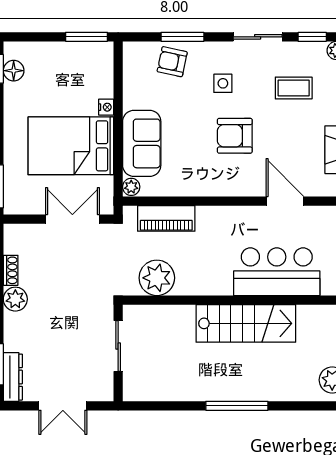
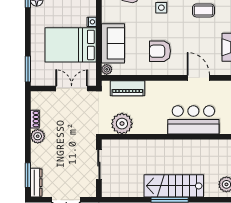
armchair: (235, 136) -> (160, 51), moved
stairs: (246, 323) -> (174, 186), moved, turned 180

